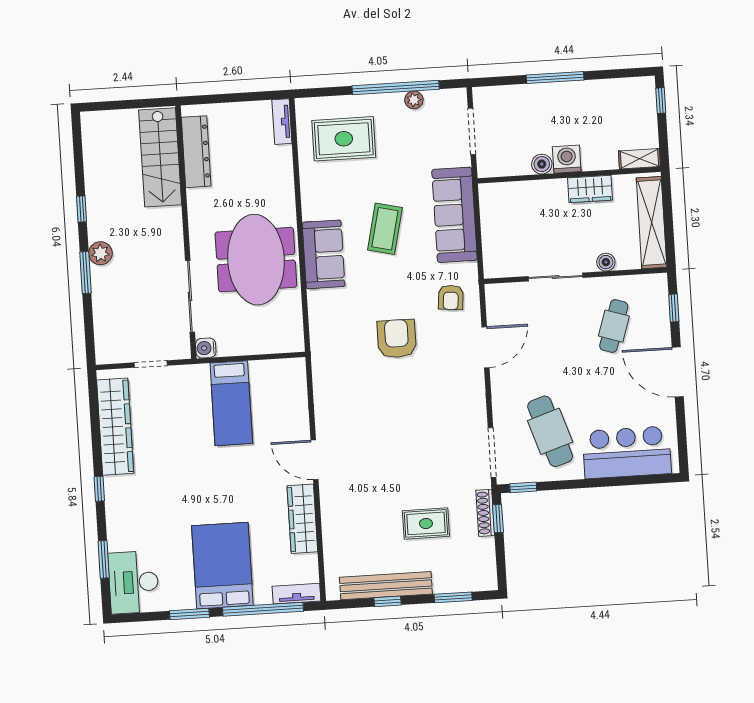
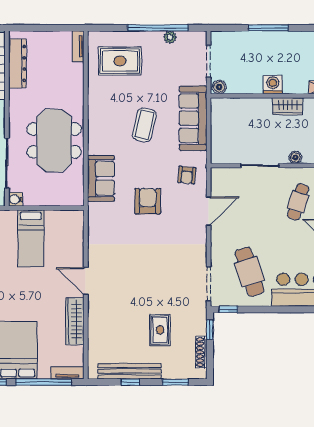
boiler: (542, 164) -> (219, 87), moved
sofa: (324, 254) -> (101, 178), moved
shoe rack: (485, 513) -> (201, 352), moved
rug: (426, 523) -> (160, 330), turned 90

